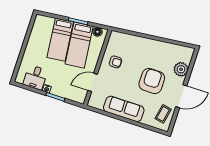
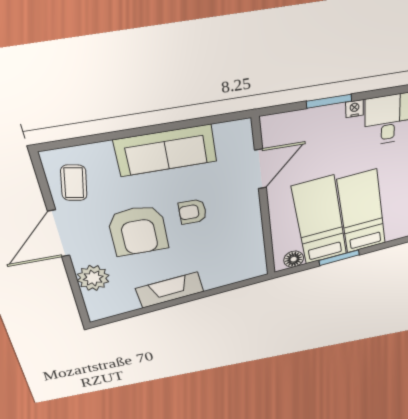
fireplace: (155, 46) -> (170, 290), added
armchair: (115, 62) -> (193, 212), moved

